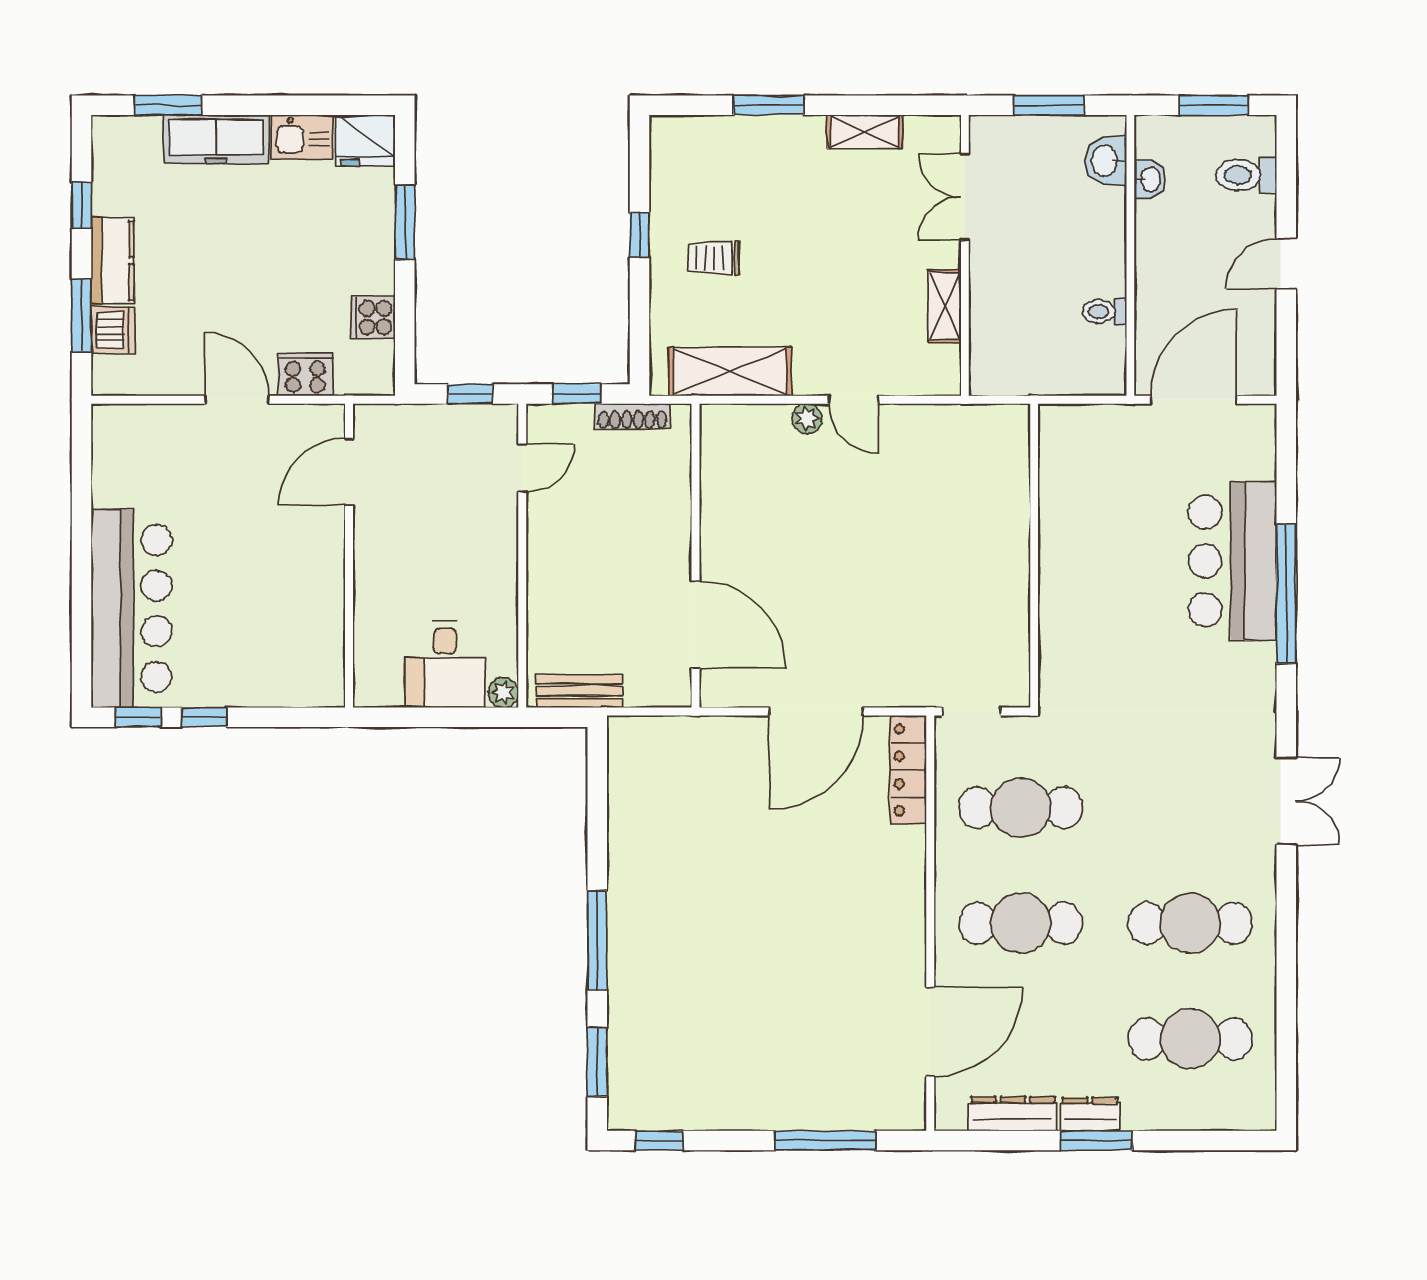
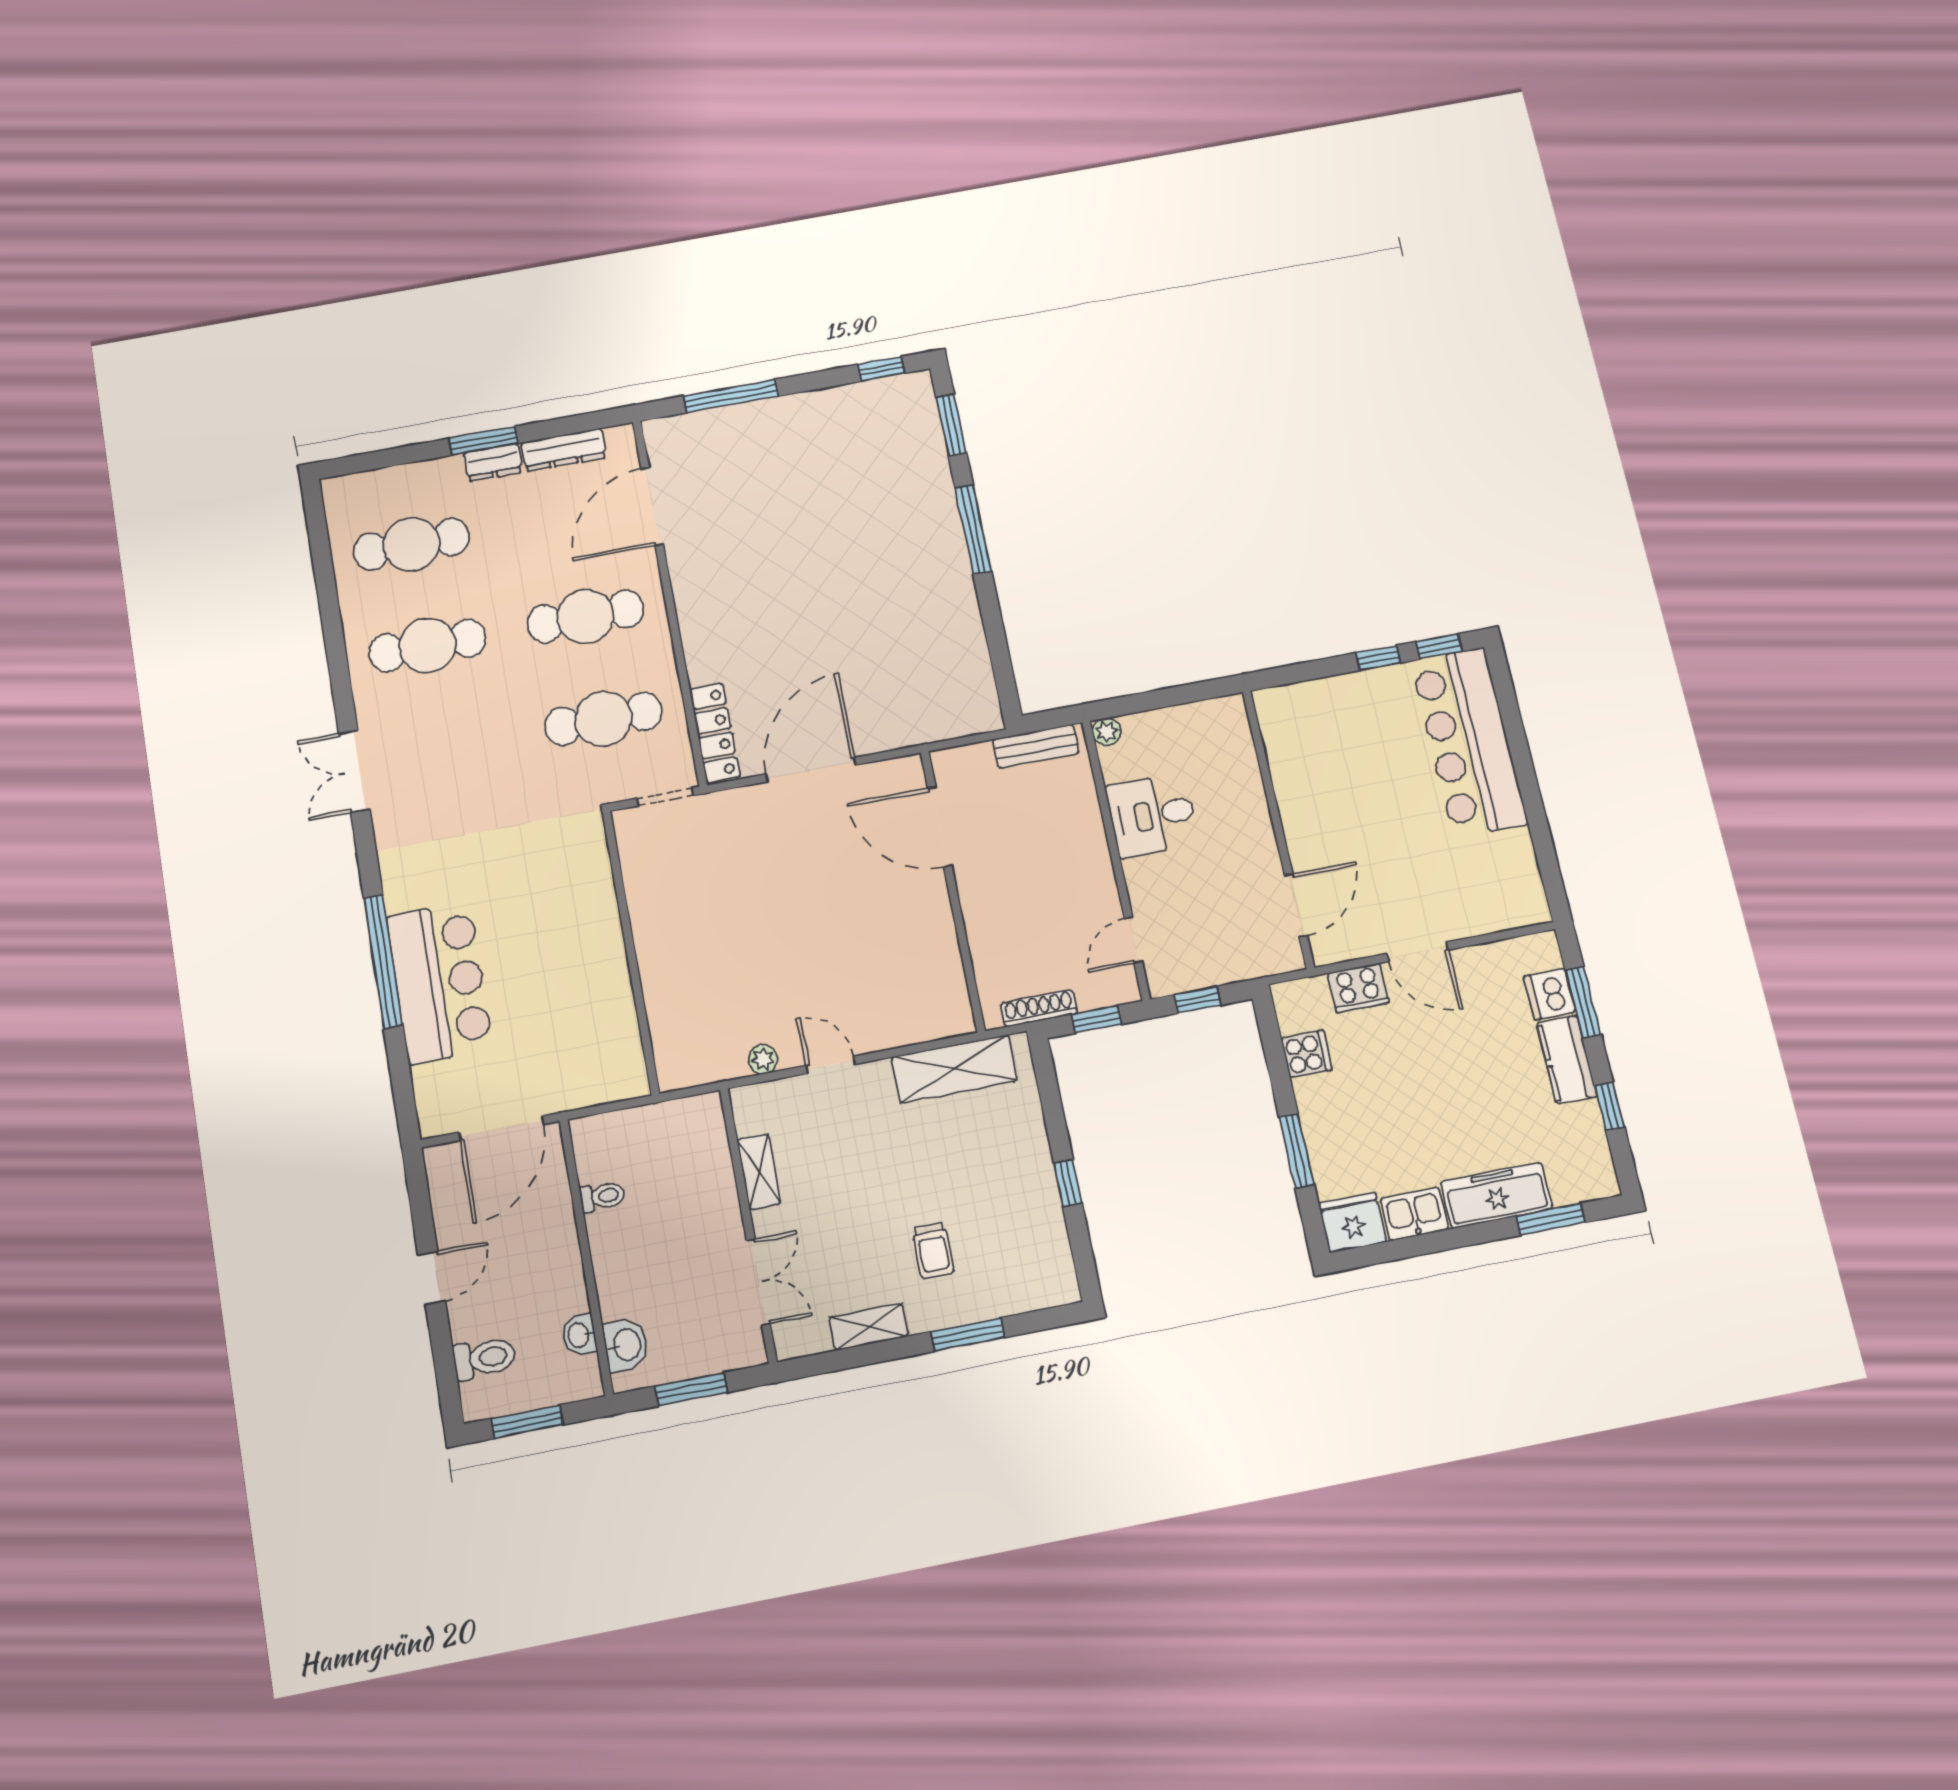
trolley: (713, 258) -> (933, 1251), moved, turned 90
plant: (807, 419) -> (763, 1059), moved
desk: (445, 664) -> (1152, 815), moved, turned -90

